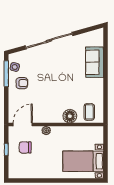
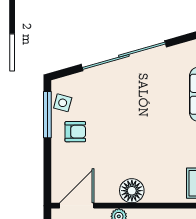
floor lamp: (70, 116) -> (132, 191), moved

